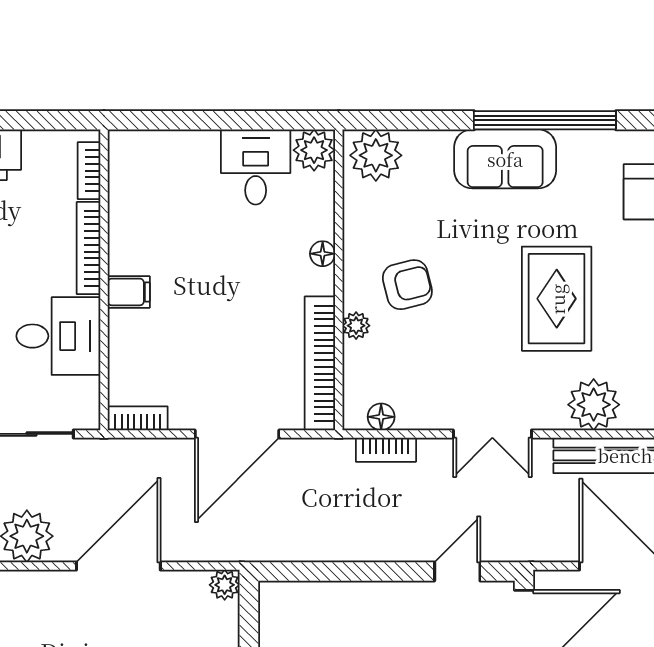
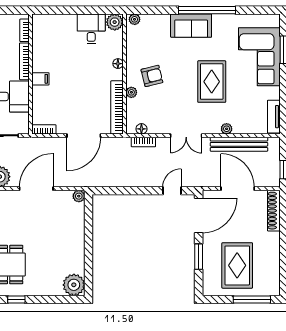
plant: (376, 155) -> (135, 19), width x0.53, depth x0.53
plant: (594, 405) -> (227, 129), width x0.53, depth x0.53

